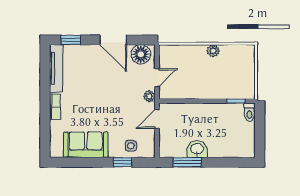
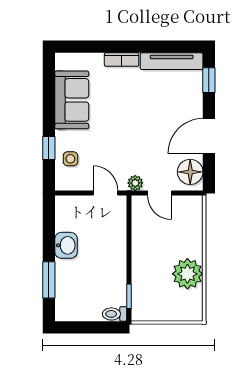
plant: (213, 51) -> (187, 274), width x1.88, depth x1.88
window: (187, 162) -> (49, 280), moved

